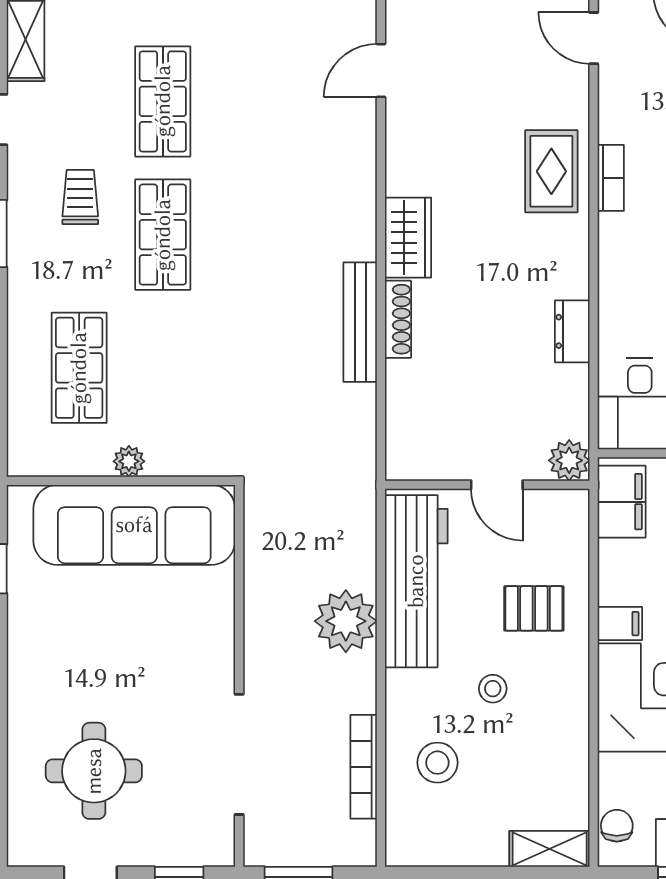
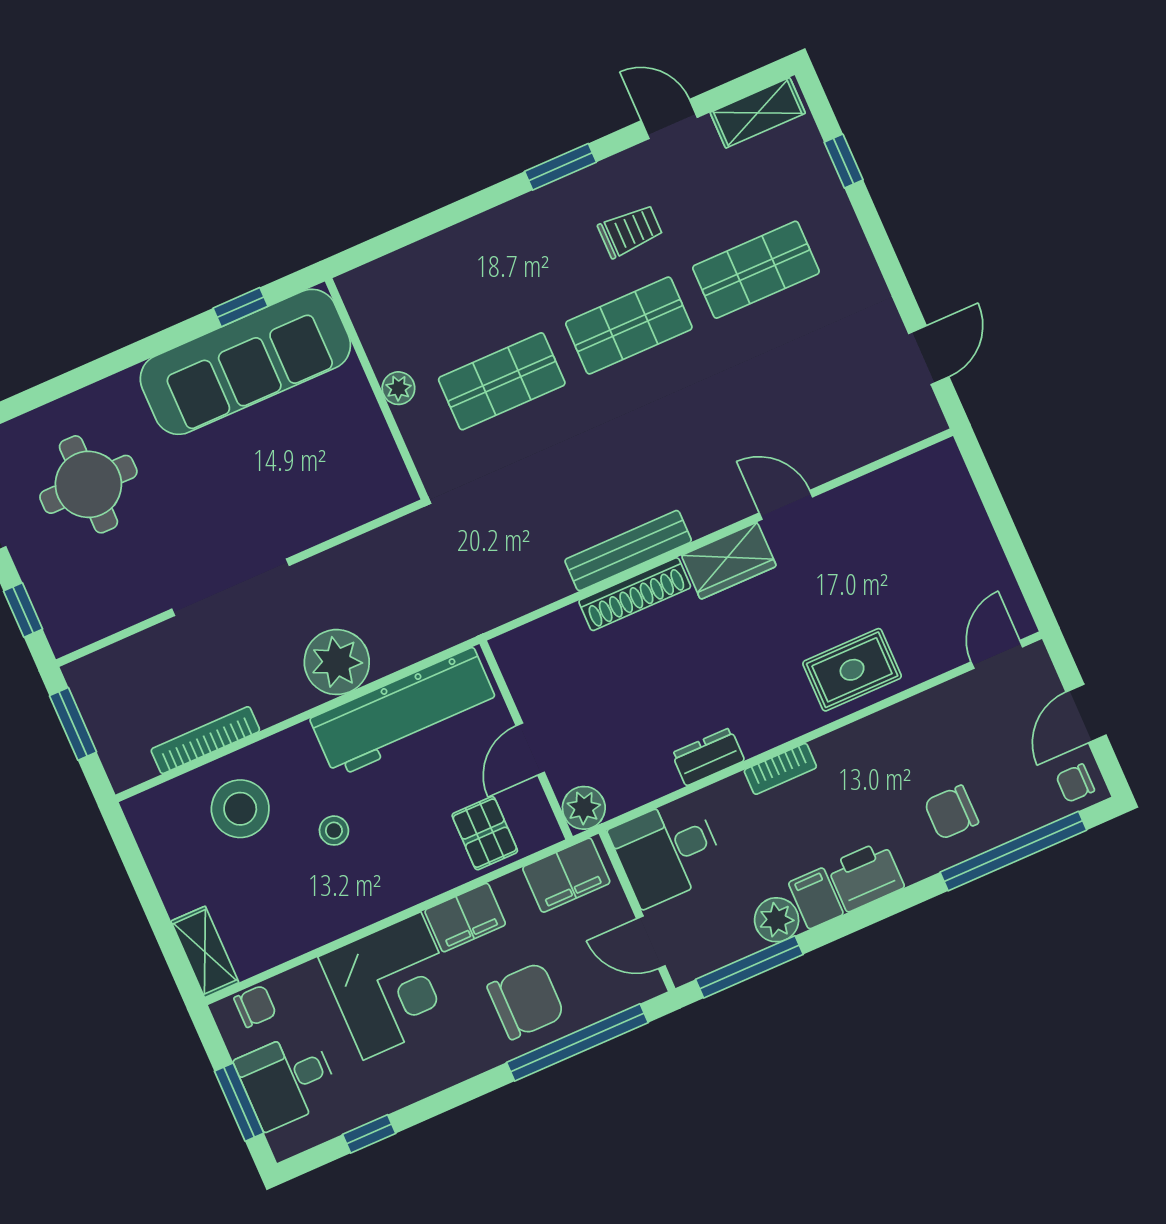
door: (381, 71) -> (786, 505), moved
bookcase: (611, 178) -> (780, 769), moved
shoe rack: (398, 319) -> (635, 594), width x1.36, depth x1.24
shop shelf: (79, 368) -> (502, 381), moved
sofa: (134, 525) -> (245, 362), moved, turned -90
pallet: (534, 608) -> (485, 833), moved
filing cabinet: (620, 624) -> (465, 918), width x2.00
doorway: (239, 754) -> (231, 587), moved
stool: (437, 763) -> (240, 809), width x1.38, depth x1.38

